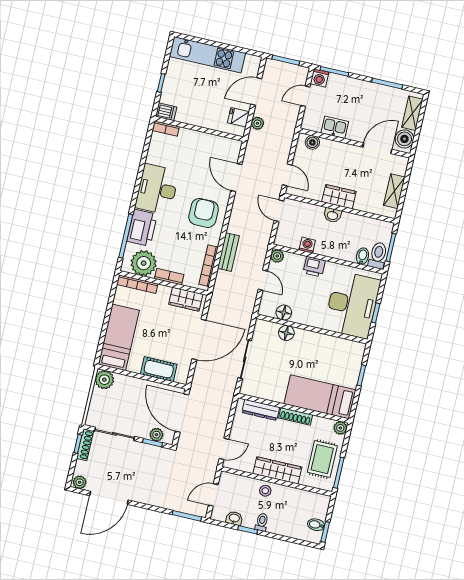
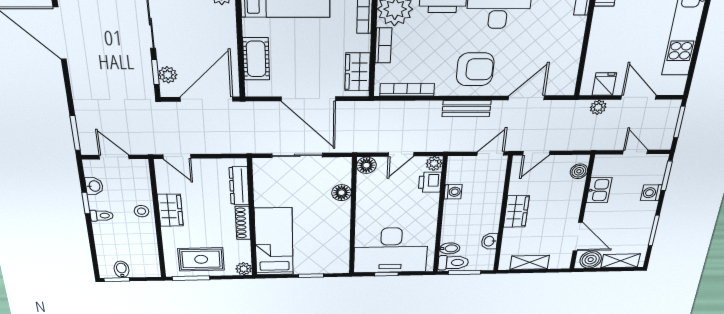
washing machine: (320, 78) -> (651, 193), moved
washbasin: (332, 215) -> (489, 241), moved
bench: (228, 252) -> (466, 109), moved
printer: (314, 267) -> (430, 182), moved
floor lamp: (284, 313) -> (366, 165), moved
wardrobe: (277, 470) -> (170, 210), width x0.67

